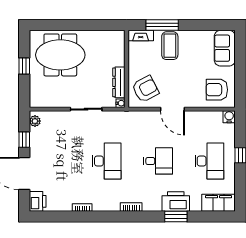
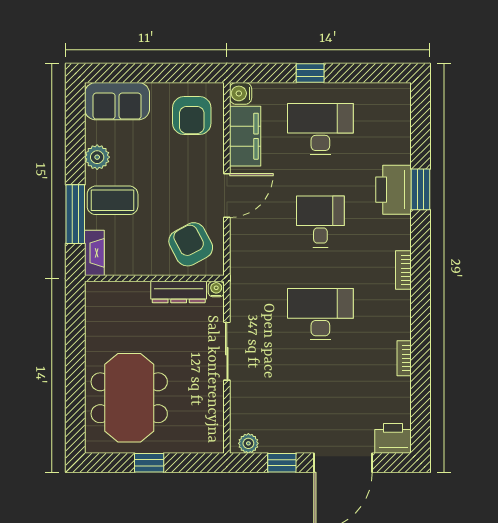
plant: (194, 37) -> (97, 157), added
filing cabinet: (219, 203) -> (245, 136), moved, turned 180

